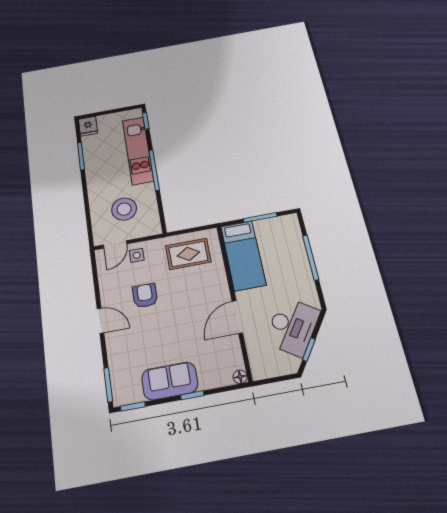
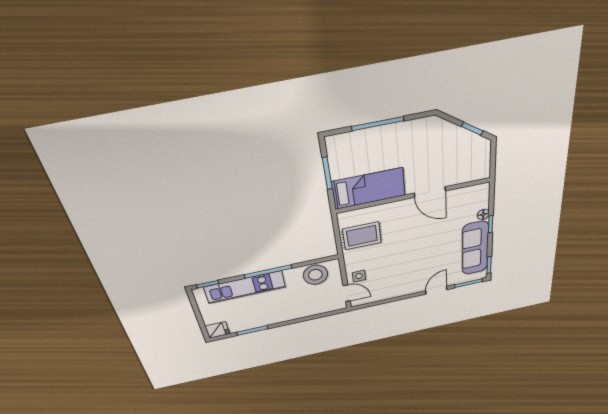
stool: (124, 209) -> (315, 275), moved
rug: (188, 254) -> (362, 236), turned 90
armchair: (145, 296) -> (398, 266), removed
door: (100, 321) -> (436, 290), moved
desk: (292, 326) -> (447, 143), removed
floor lamp: (240, 377) -> (483, 214), moved
sofa: (170, 381) -> (475, 248), width x1.36

